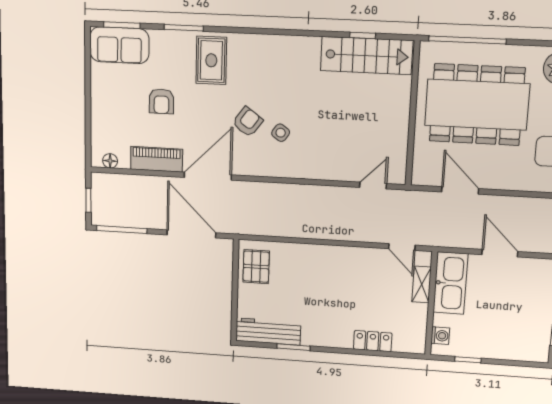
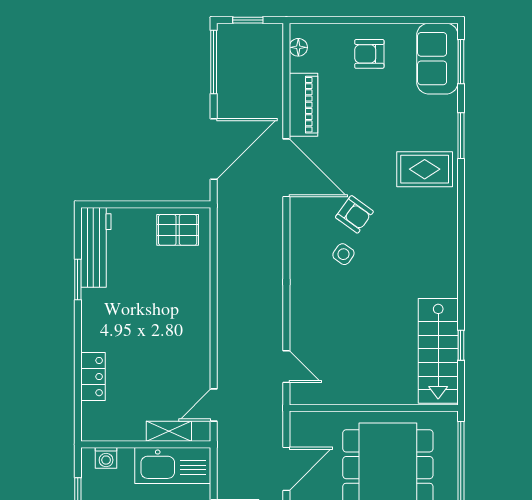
armchair: (161, 101) -> (369, 54), moved

